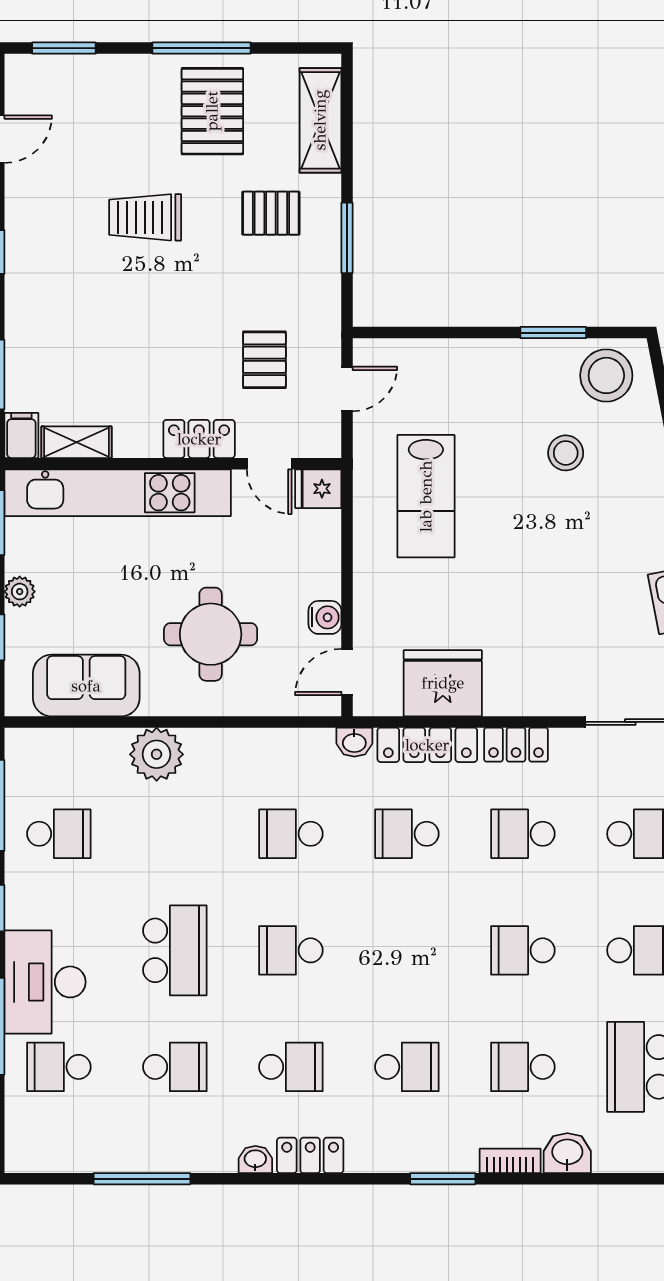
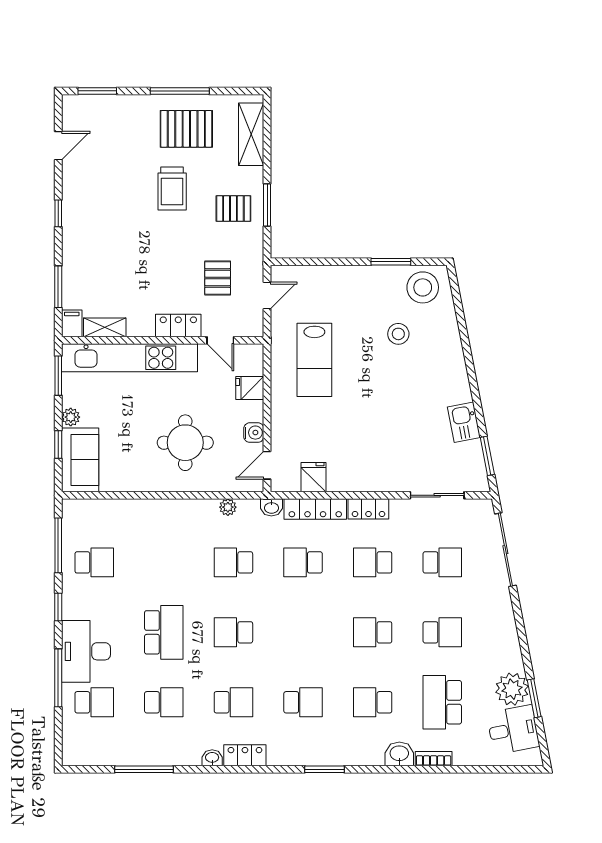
pallet: (212, 111) -> (186, 129), turned 90
pallet: (271, 213) -> (233, 209), moved
trolley: (145, 217) -> (172, 188), moved, turned -90
fridge: (318, 489) -> (250, 388), moved
fridge: (443, 683) -> (314, 477), width x0.53, depth x0.75
sofa: (86, 686) -> (80, 460), moved, turned 90
plant: (157, 754) -> (228, 507), moved, width x0.53, depth x0.53
school desk: (59, 1067) -> (94, 702), turned 180
bookcase: (510, 1161) -> (434, 759), moved

